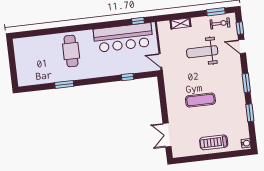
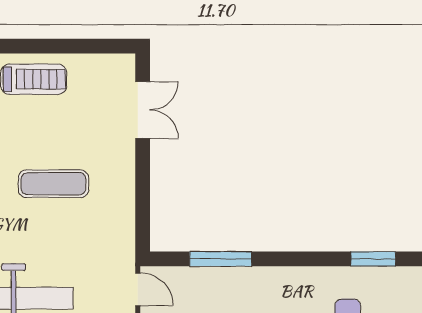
window: (128, 77) -> (221, 259), width x2.17

